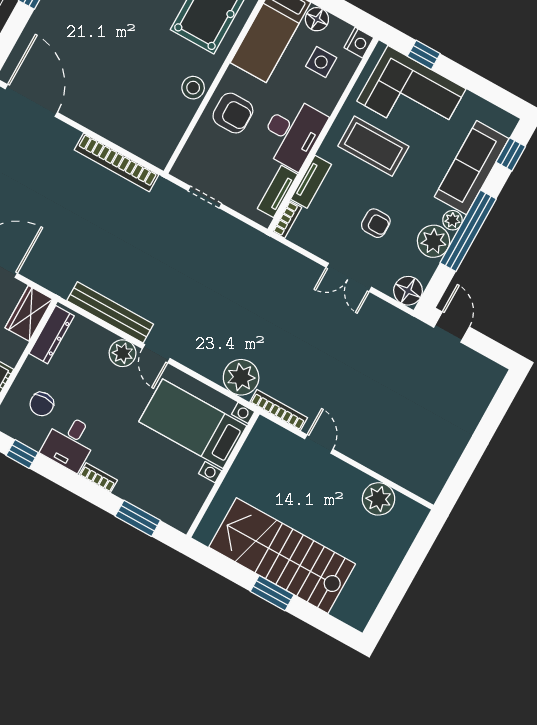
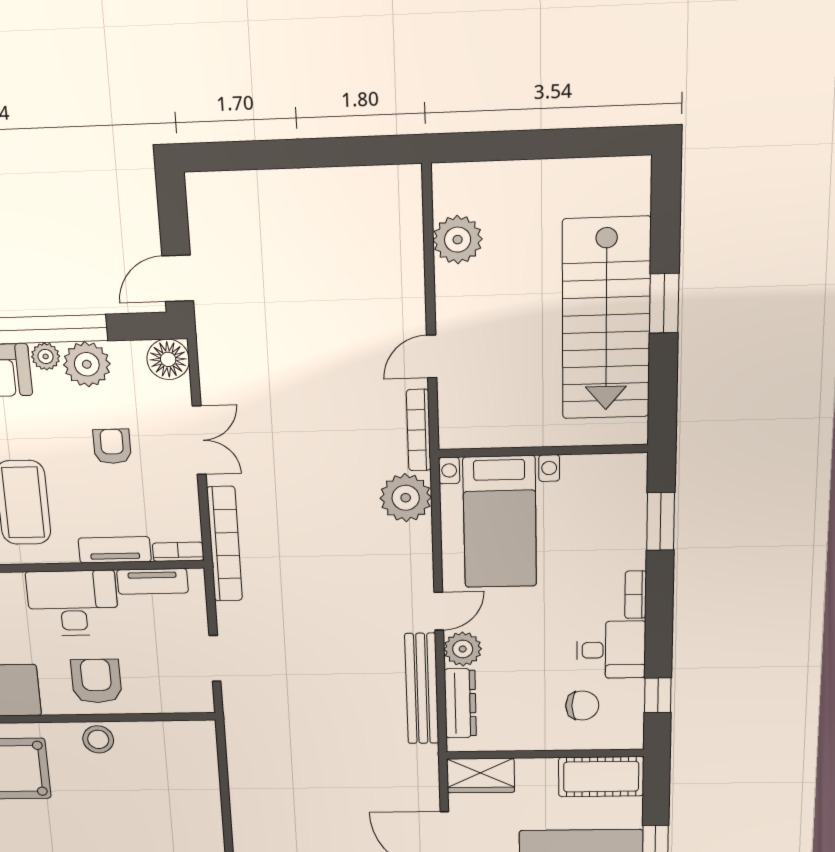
bookcase: (116, 162) -> (225, 544), moved
dresser: (52, 335) -> (460, 703), moved, turned 90

